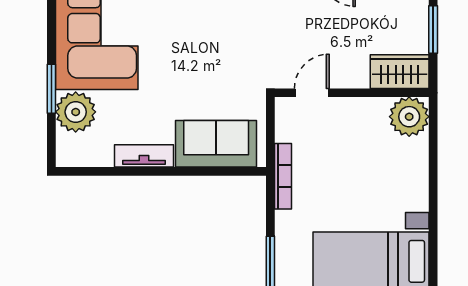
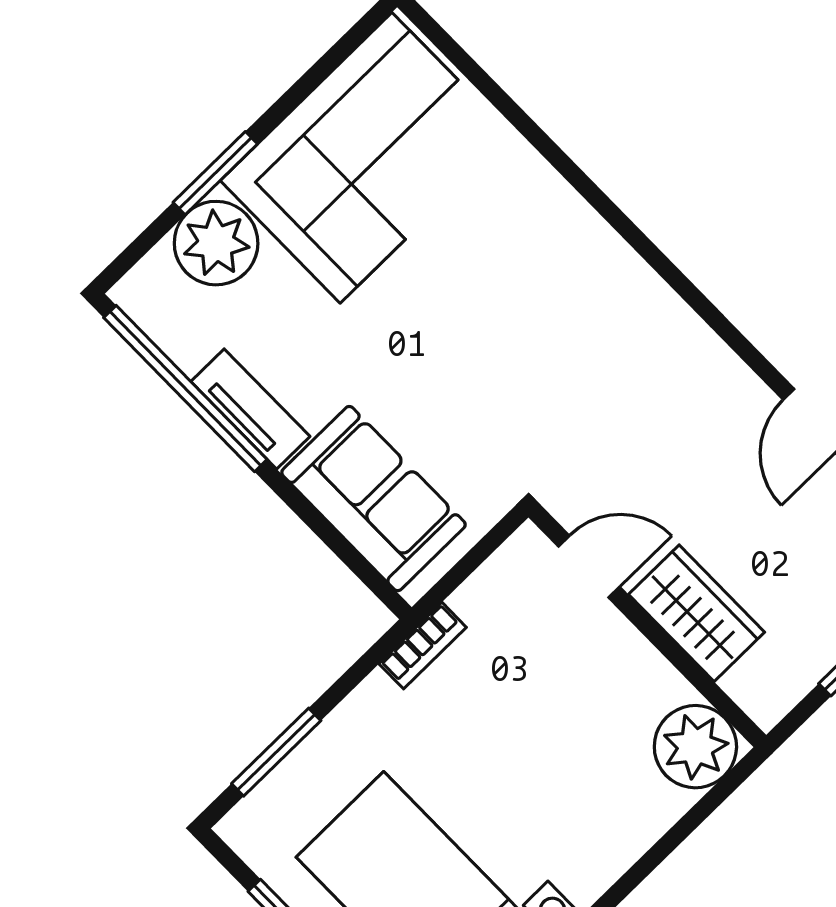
wardrobe: (400, 72) -> (697, 613), moved
window: (115, 171) -> (185, 389), added
bookcase: (283, 176) -> (423, 646), width x0.64

